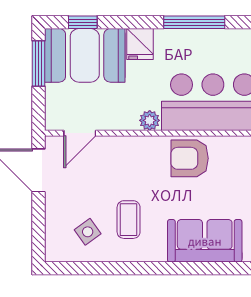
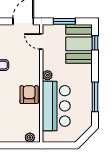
fridge: (140, 44) -> (84, 71), removed
window: (38, 64) -> (64, 21), moved

